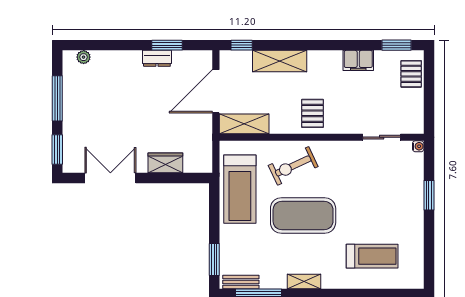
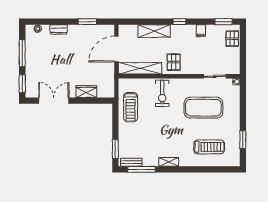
window: (242, 45) -> (179, 22), moved
dresser: (157, 58) -> (59, 29), moved
filing cabinet: (358, 60) -> (201, 31), width x0.50
shelving: (244, 124) -> (140, 68), width x1.47
exercise bike: (293, 166) -> (162, 93), turned -65
treadmill: (240, 189) -> (131, 107), width x0.73, depth x0.73
window: (429, 195) -> (243, 140), moved
exercise mat: (303, 215) -> (203, 108), moved

